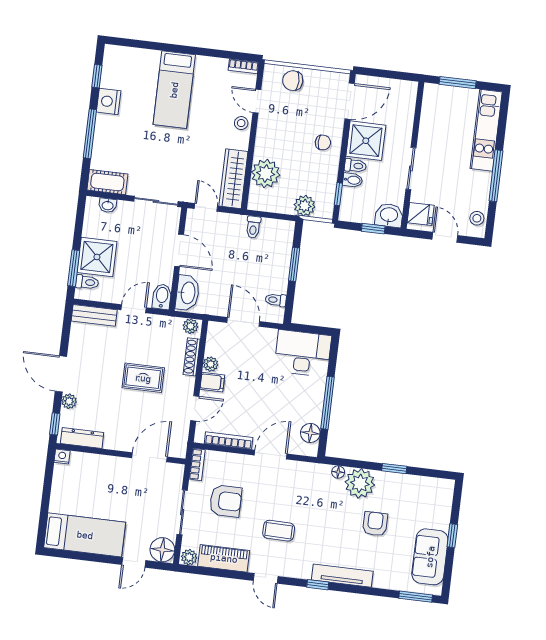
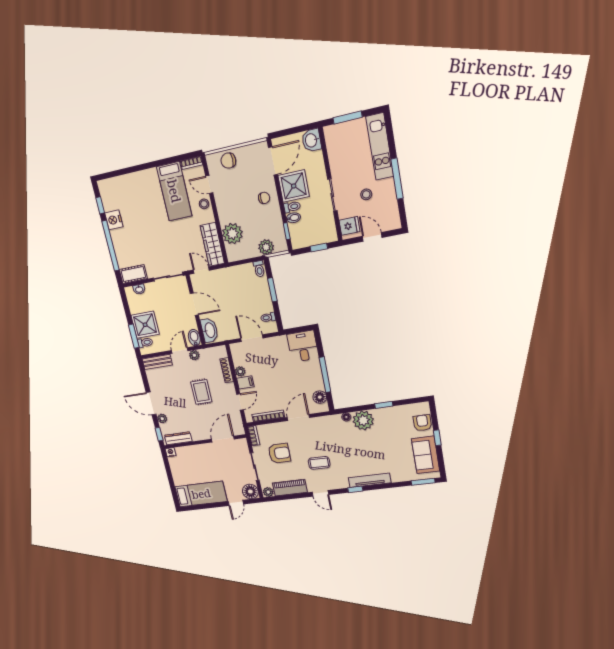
bed: (174, 90) -> (174, 191), moved
window: (90, 134) -> (111, 246), width x1.46
washbasin: (389, 215) -> (311, 140), moved, turned -90
stool: (477, 218) -> (366, 194), moved
toilet: (253, 227) -> (259, 269), moved
plant: (190, 326) -> (194, 355), moved
desk: (303, 353) -> (303, 346), width x0.73
rug: (143, 378) -> (201, 392), turned 90
armchair: (375, 524) -> (422, 423), moved

